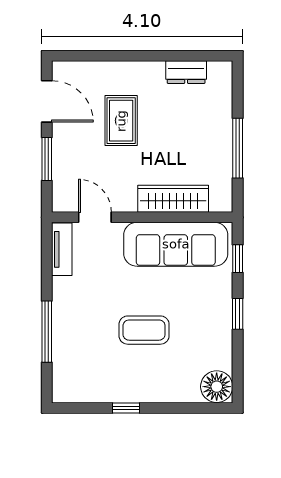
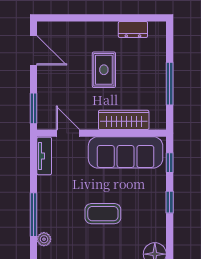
rug: (121, 121) -> (104, 70), moved
window: (47, 159) -> (33, 108), moved
plant: (62, 366) -> (44, 239), added

